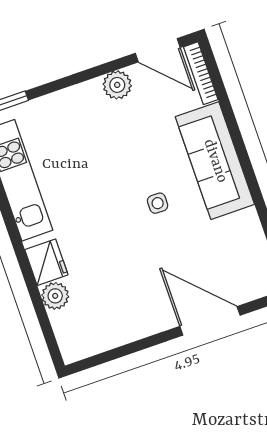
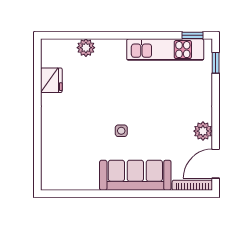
fridge: (46, 262) -> (51, 80), moved, turned -90
door: (210, 321) -> (37, 138), removed

